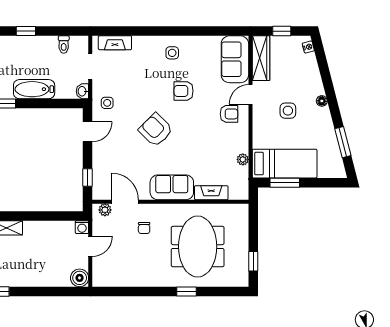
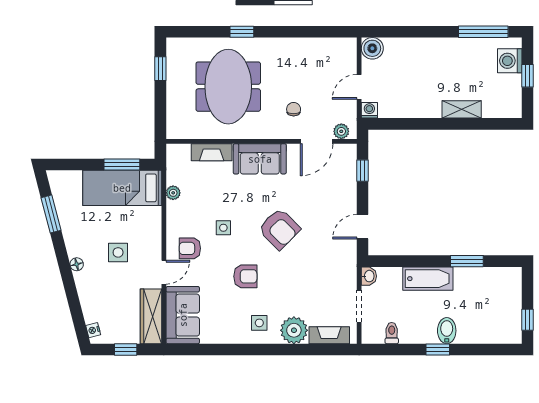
bidet: (19, 47) -> (447, 331), added
plant: (144, 47) -> (294, 330), added
side table: (107, 103) -> (223, 228), moved
door: (125, 202) -> (317, 141), hinge flipped

